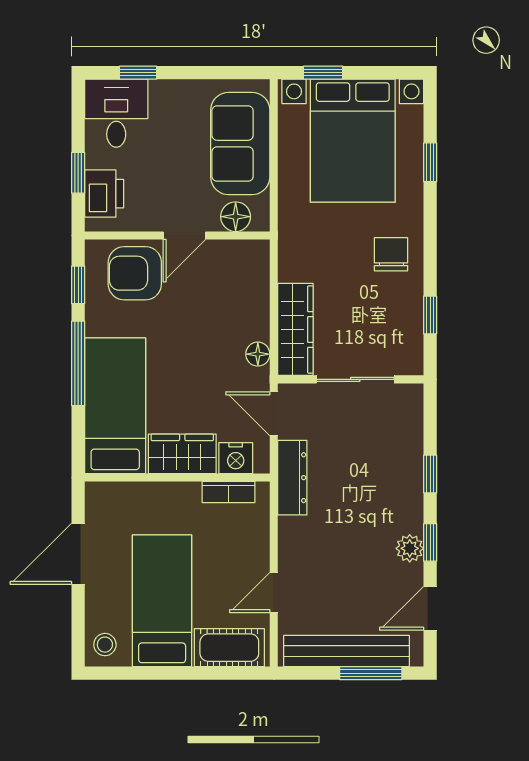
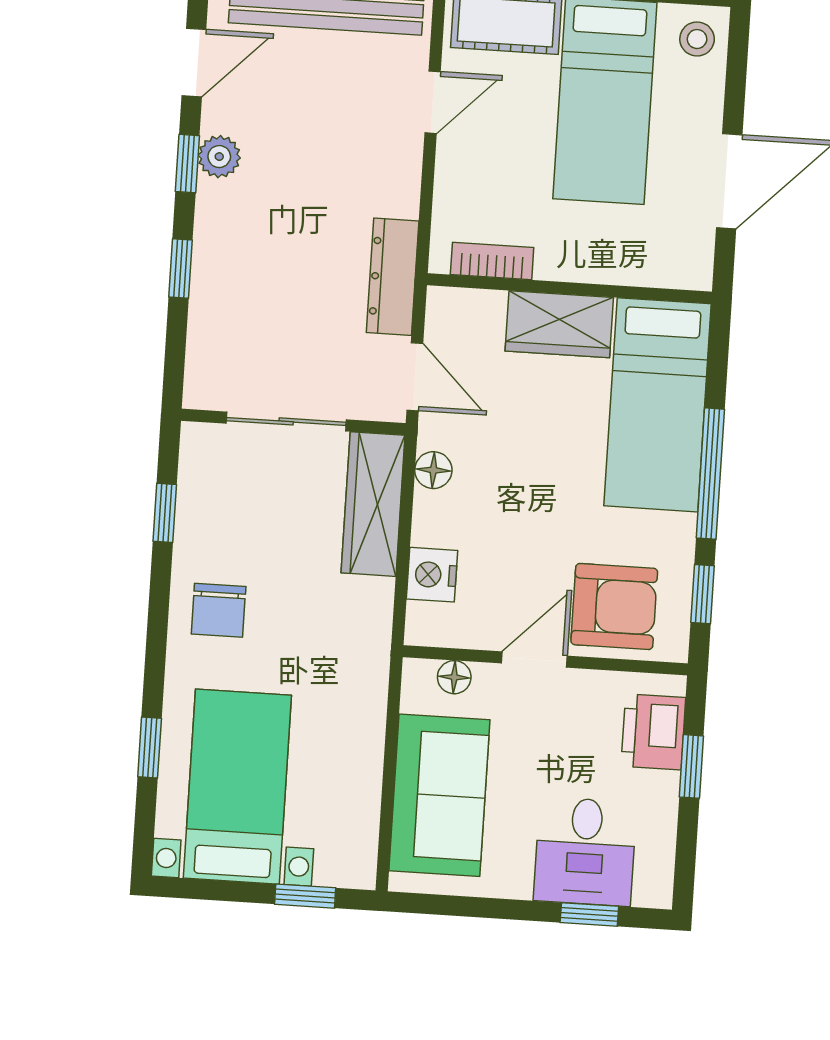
desk: (116, 113) -> (585, 852), moved
bed with nightstands: (353, 141) -> (237, 787), width x0.73
floor lamp: (236, 217) -> (454, 677), width x0.73, depth x0.73
nightstand: (236, 458) -> (432, 575), moved, turned -90

